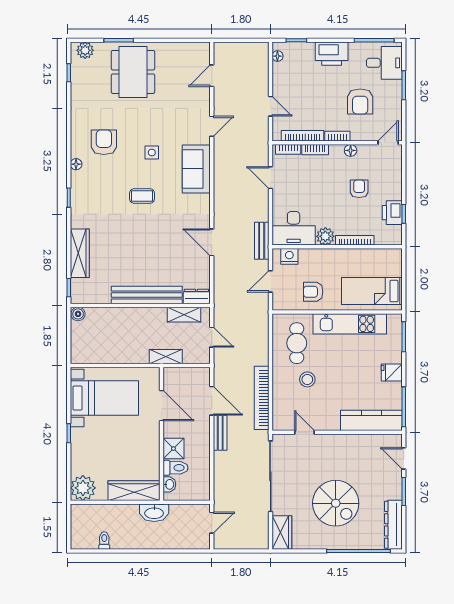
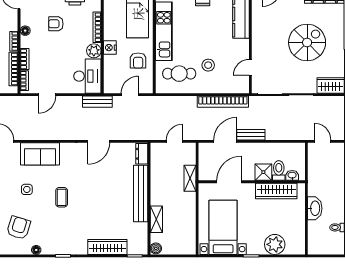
armchair: (104, 142) -> (19, 228), turned 107
nightstand: (289, 256) -> (110, 48), moved
door: (270, 281) -> (130, 95), swing flipped
shelving: (184, 315) -> (156, 219), moved
plant: (83, 488) -> (275, 244), moved
wardrobe: (134, 491) -> (276, 191), moved, turned -90
washbasin: (154, 513) -> (315, 208), moved

